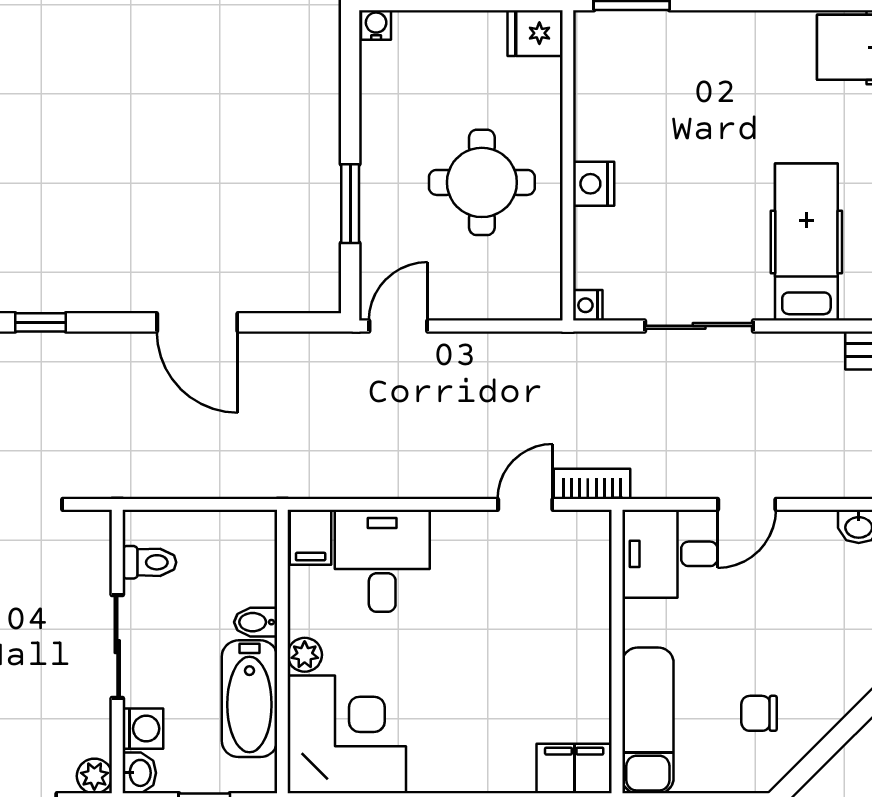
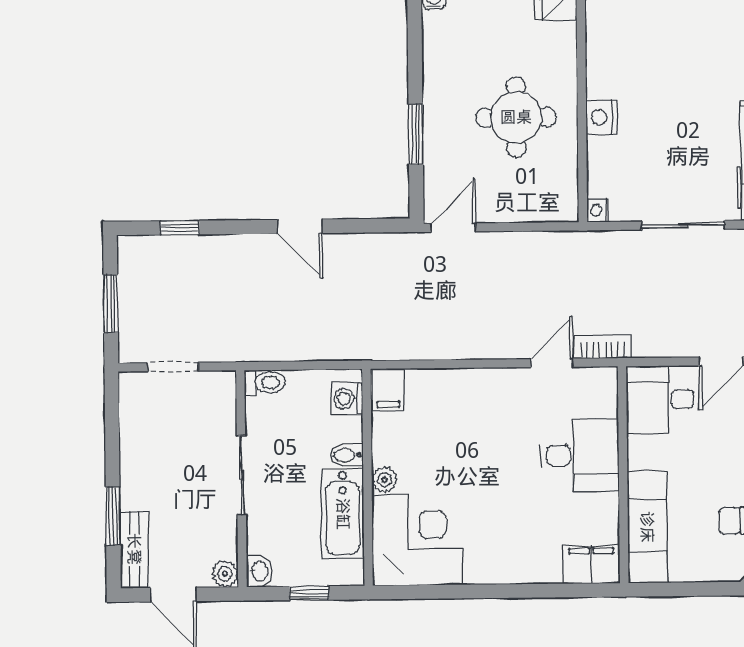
door: (197, 322) -> (300, 226), width x0.73
desk: (382, 561) -> (580, 455), moved, turned 90
toilet: (149, 562) -> (265, 383), moved
washing machine: (143, 729) -> (347, 399), moved, turned 180

